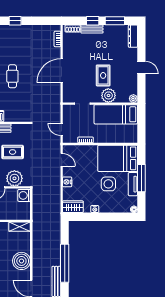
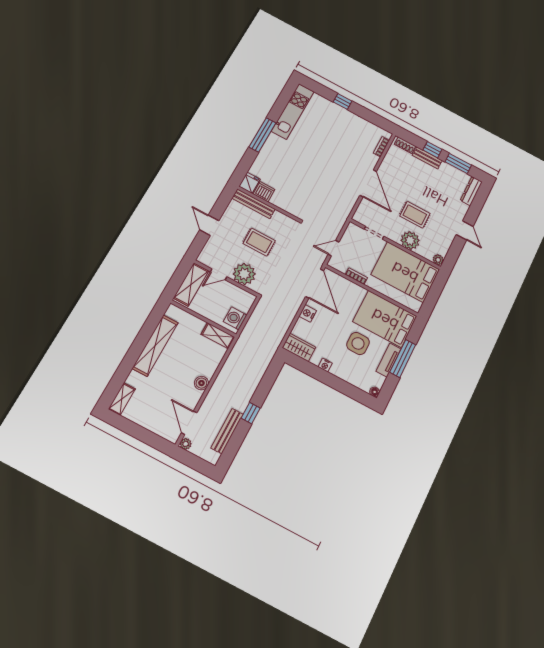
door: (62, 71) -> (368, 183), swing flipped
rug: (103, 75) -> (415, 215), turned 90
cafe table: (12, 76) -> (307, 158), removed
bed: (116, 114) -> (405, 272), width x1.50
door: (62, 129) -> (334, 248), hinge flipped
door: (62, 160) -> (315, 284), width x1.87
washing machine: (24, 195) -> (235, 318), moved
boiler: (21, 261) -> (201, 383), width x0.54, depth x0.54
window: (65, 263) -> (251, 413), width x0.32

